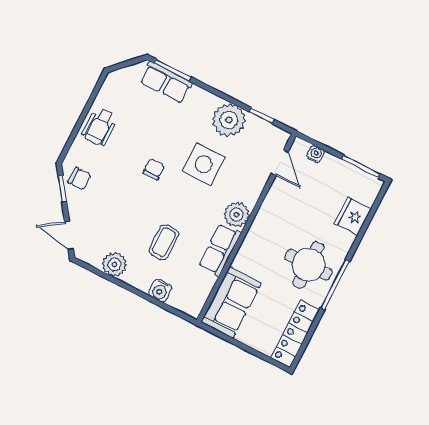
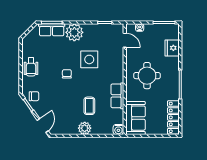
plant: (229, 120) -> (74, 32), moved
plant: (237, 215) -> (117, 75), removed
door: (69, 235) -> (43, 126), swing flipped
plant: (114, 264) -> (85, 128), moved
round table: (308, 265) -> (147, 76), moved
water cooler: (160, 290) -> (118, 130), moved

